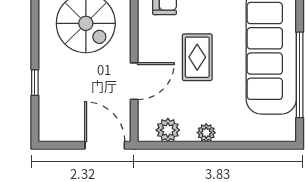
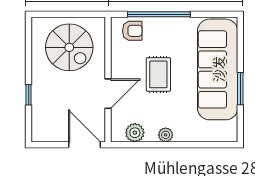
window: (300, 75) -> (240, 89), width x0.47

